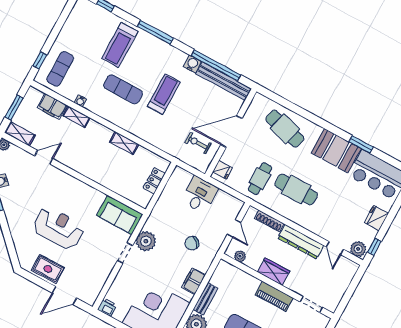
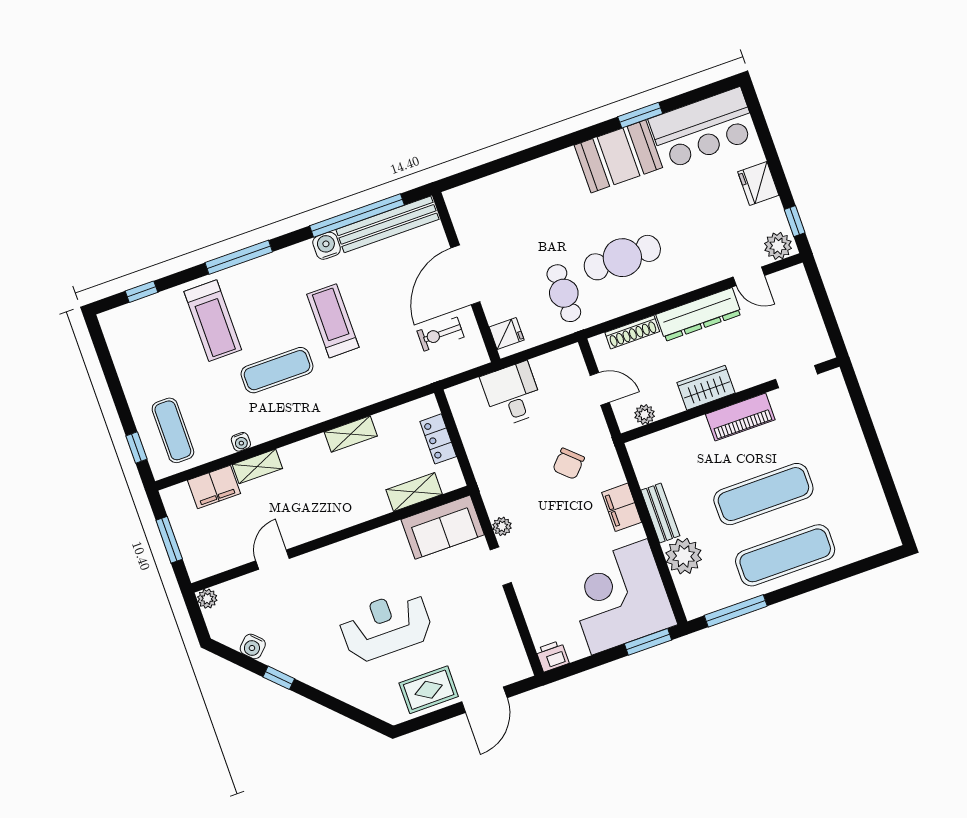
cafe table: (285, 129) -> (526, 199), removed
shelving: (20, 134) -> (414, 492), moved
plant: (146, 241) -> (502, 526), width x0.53, depth x0.53

